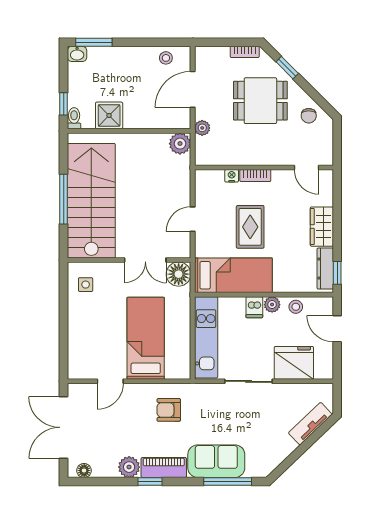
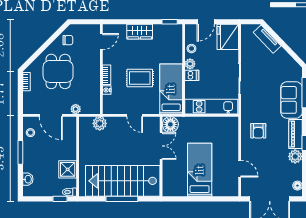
window: (94, 42) -> (20, 152), moved
washbasin: (77, 54) -> (28, 179), moved
window: (287, 68) -> (37, 54), removed
plant: (180, 144) -> (100, 123), moved
dresser: (325, 269) -> (167, 29), removed
side table: (86, 285) -> (177, 185), removed
bed: (146, 338) -> (200, 170), moved, turned 90
fridge: (294, 363) -> (228, 37), moved

